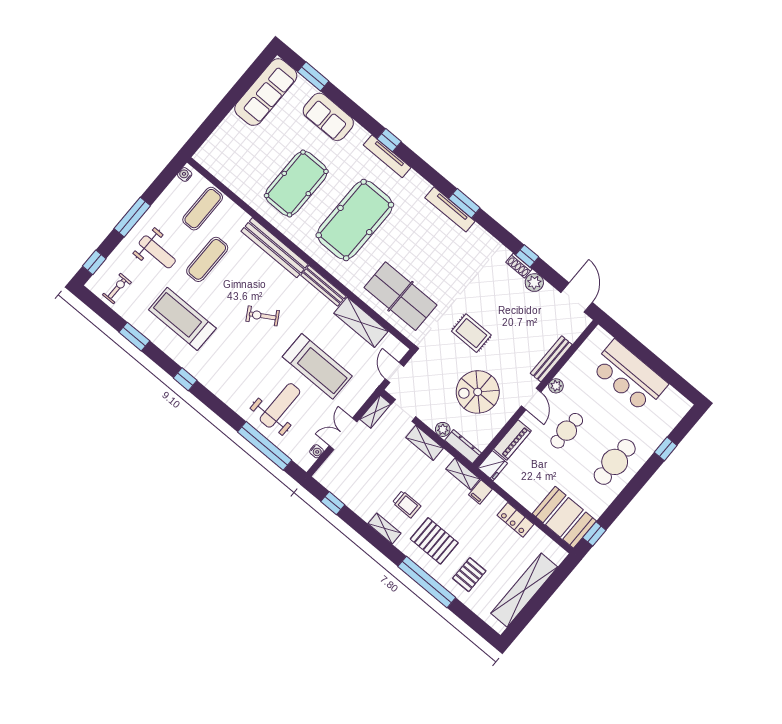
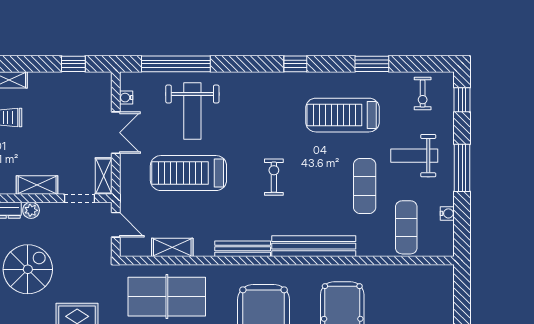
water cooler: (185, 174) -> (447, 213), moved
exercise bike: (263, 316) -> (274, 177), turned -59
treadmill: (182, 319) -> (342, 115), turned 180
shelving: (361, 322) -> (172, 247), width x0.67, depth x0.75

